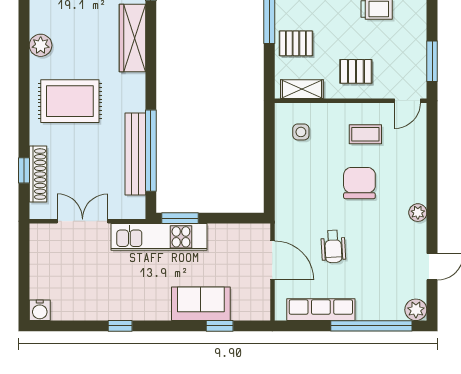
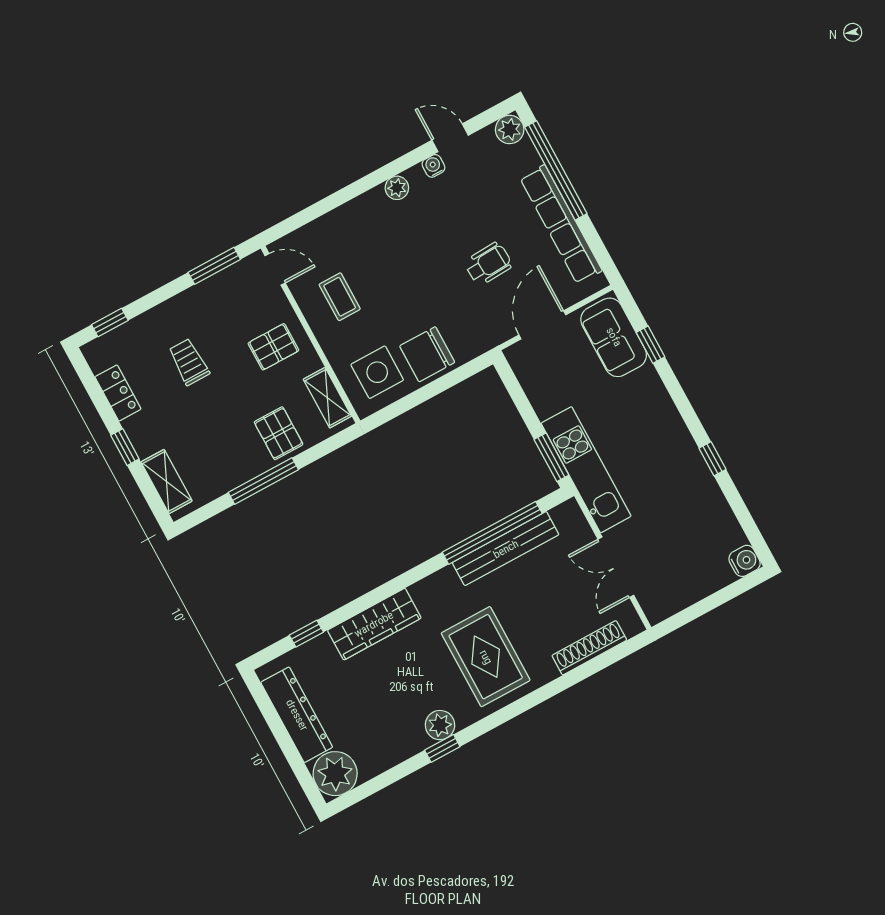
pallet: (356, 71) -> (273, 347), turned 90
side table: (301, 132) -> (377, 372), width x1.87, depth x1.87
window: (24, 170) -> (442, 748), moved
chair: (359, 183) -> (427, 354), moved
water cooler: (419, 245) -> (433, 166), added
sofa: (201, 304) -> (614, 337), moved
row of seats: (321, 310) -> (561, 224), width x1.36

